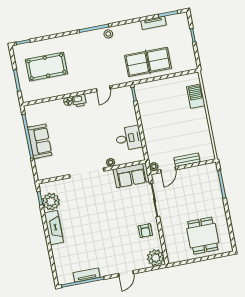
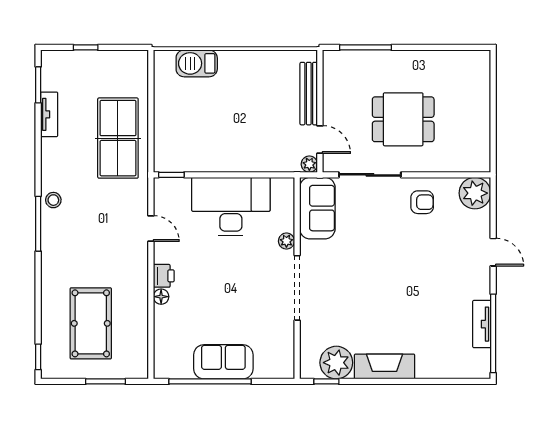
desk: (129, 138) -> (231, 207), width x1.87, depth x1.30
bench: (187, 160) -> (309, 94), width x1.36
dining table: (203, 236) -> (403, 119), moved

